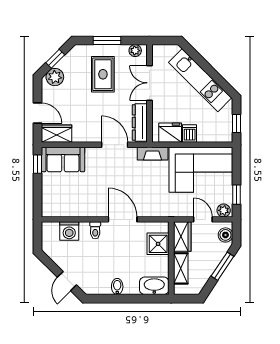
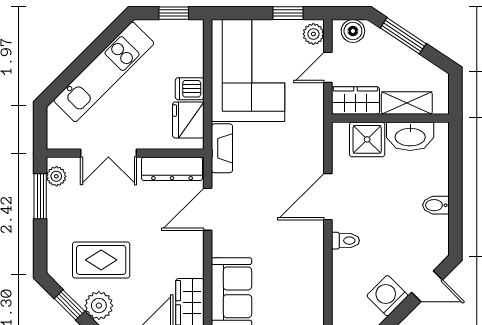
window: (107, 41) -> (40, 196), moved
rug: (103, 74) -> (101, 260), moved
washing machine: (69, 231) -> (387, 296), moved, turned -135
washbasin: (154, 286) -> (410, 136), moved, turned -90

